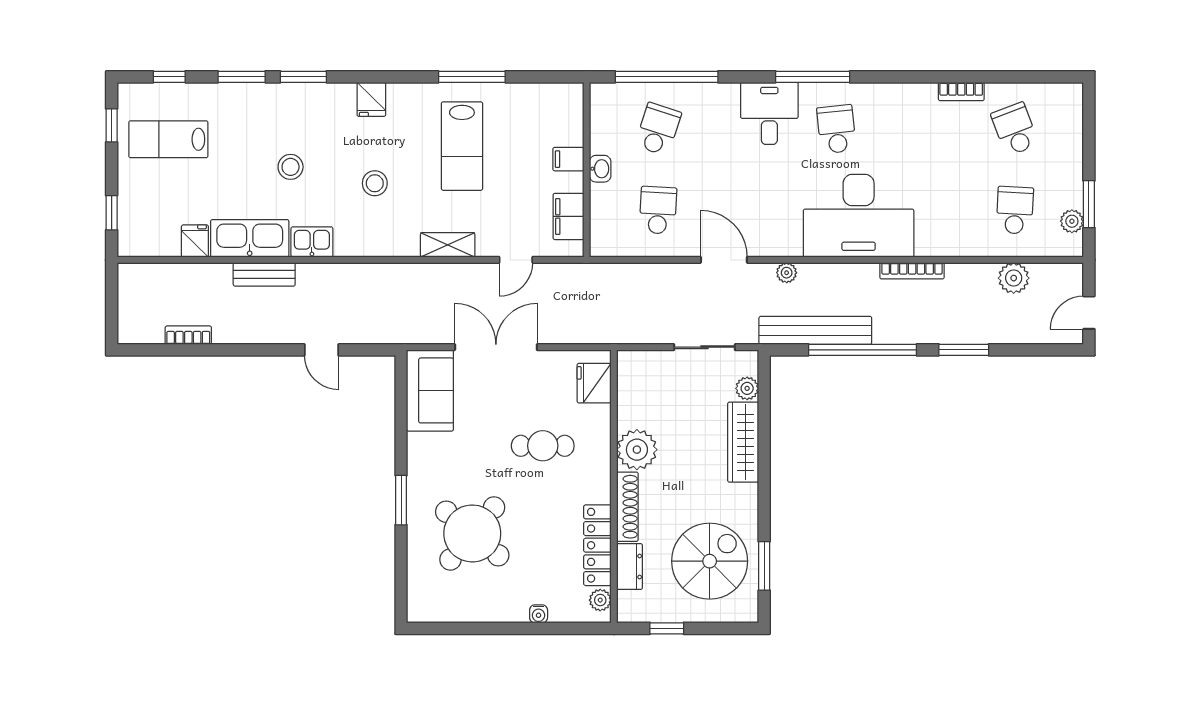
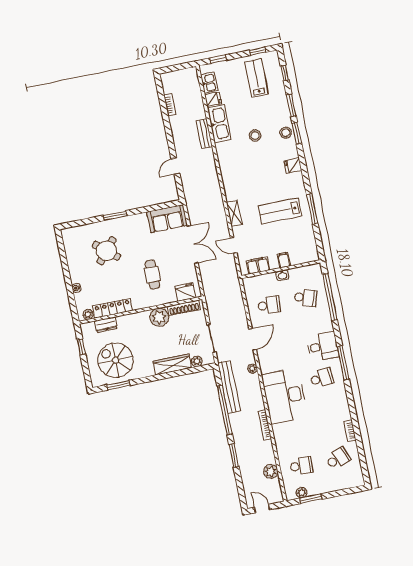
stool: (375, 183) -> (286, 133), moved
kitchen sink: (312, 242) -> (209, 83), moved
shoe rack: (627, 507) -> (184, 308), moved
round table: (472, 533) -> (106, 251), width x0.73, depth x0.73
spiral stairs: (710, 561) -> (116, 360), turned 180

